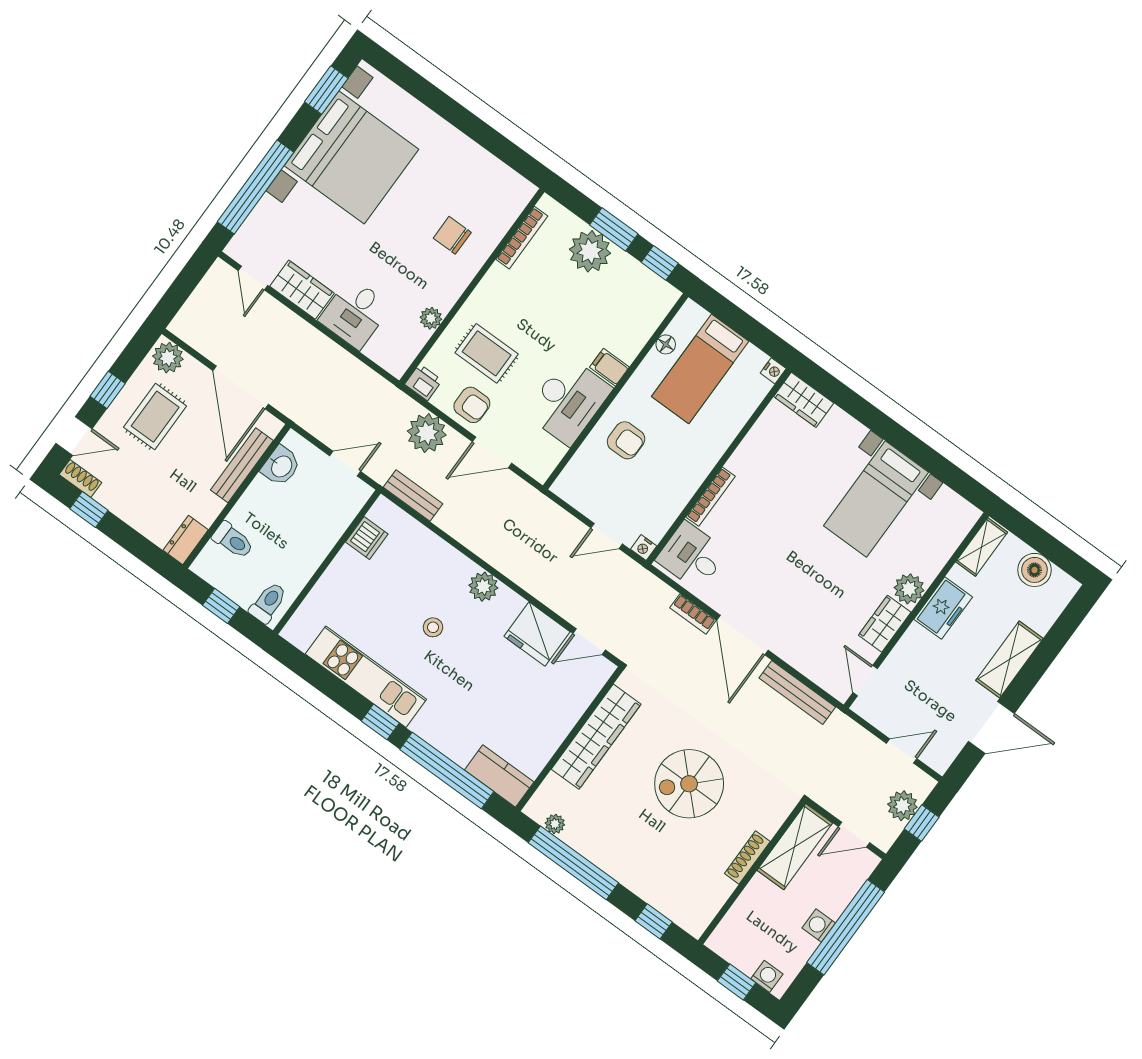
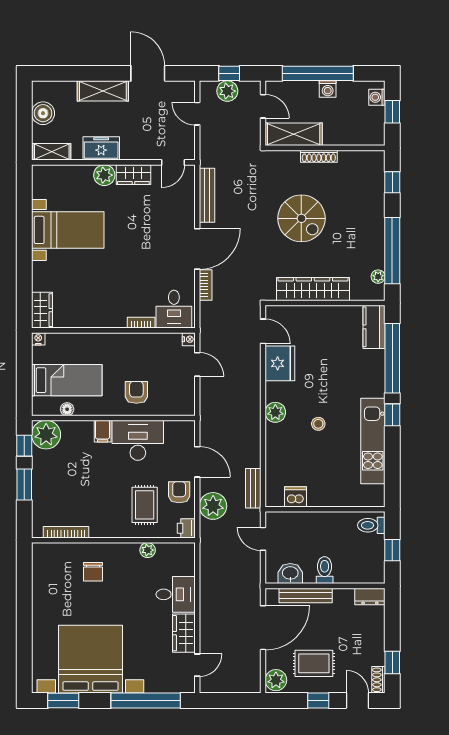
plant: (590, 251) -> (46, 435), moved
bookcase: (711, 497) -> (141, 323), width x0.64
toilet: (233, 540) -> (325, 570), moved

